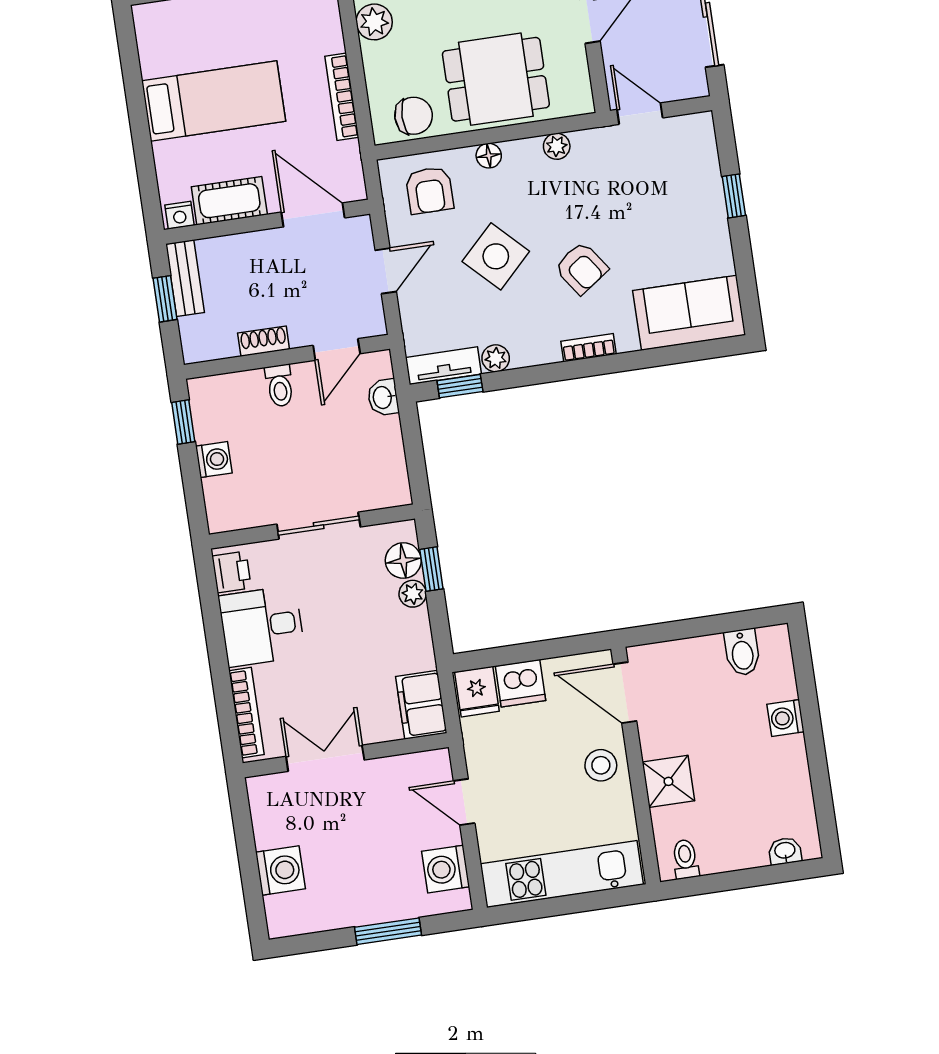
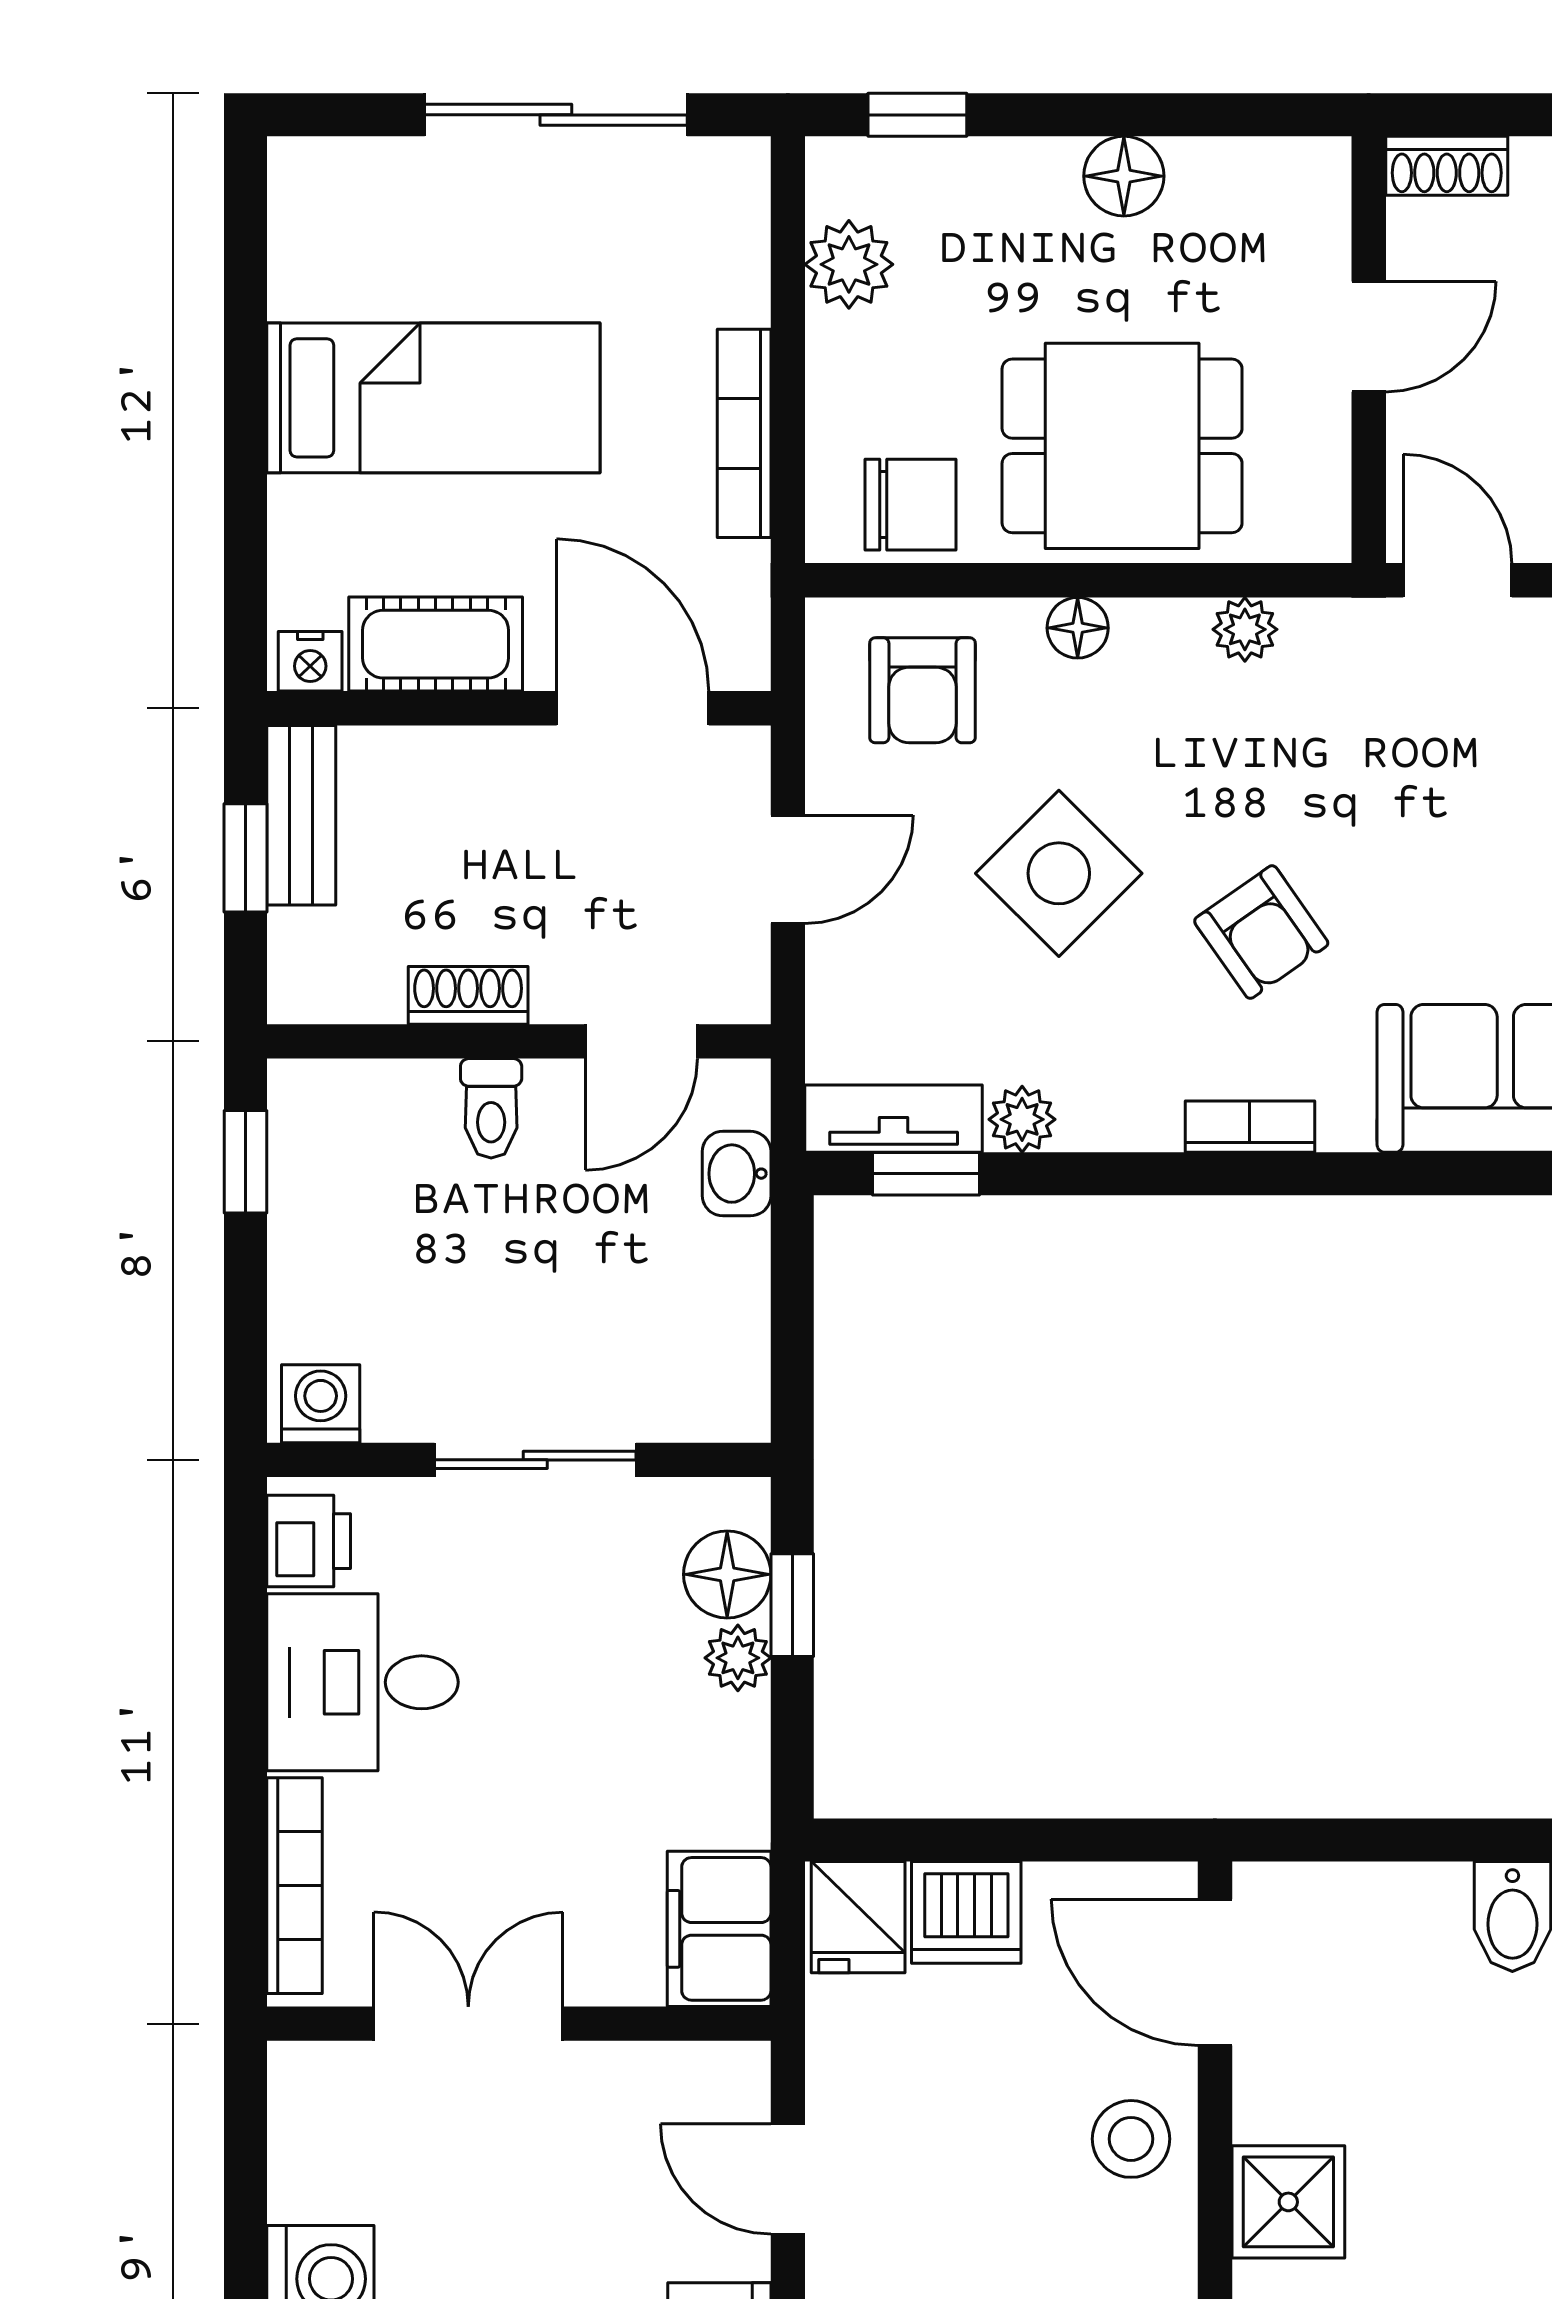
washing machine: (214, 460) -> (321, 1404), moved, turned -90

